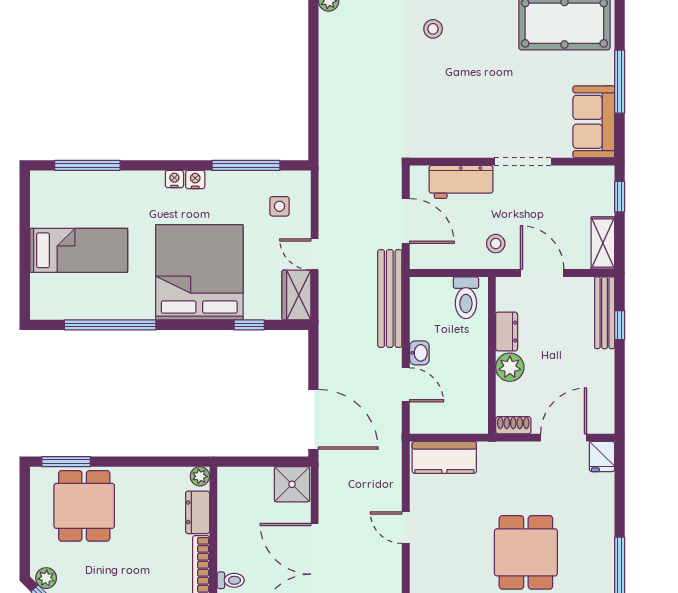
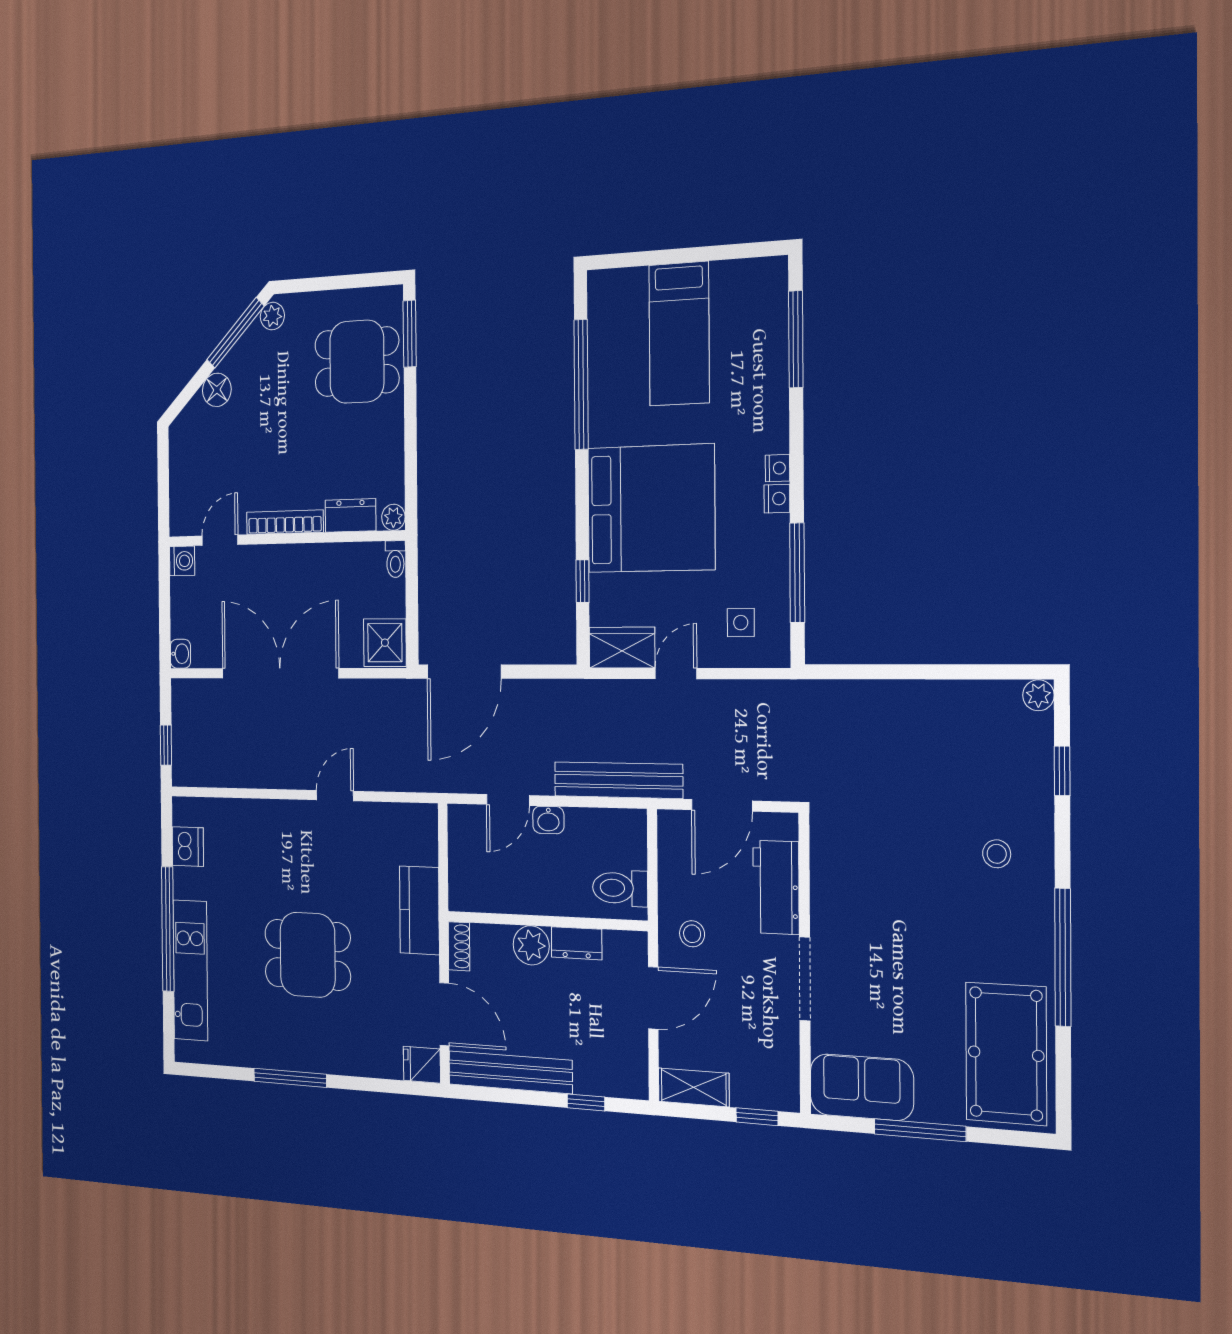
bench: (605, 313) -> (510, 1072), moved, width x1.37, depth x1.21
kitchen counter: (444, 457) -> (419, 910), moved
toilet: (231, 580) -> (395, 559), moved

